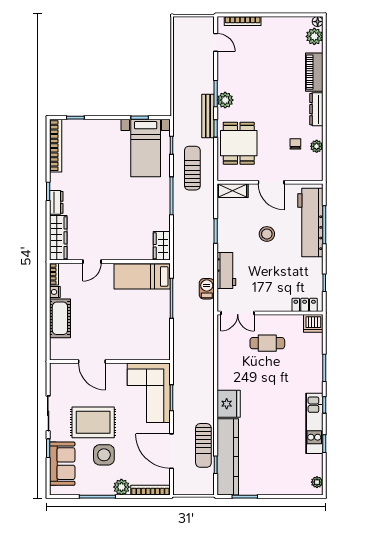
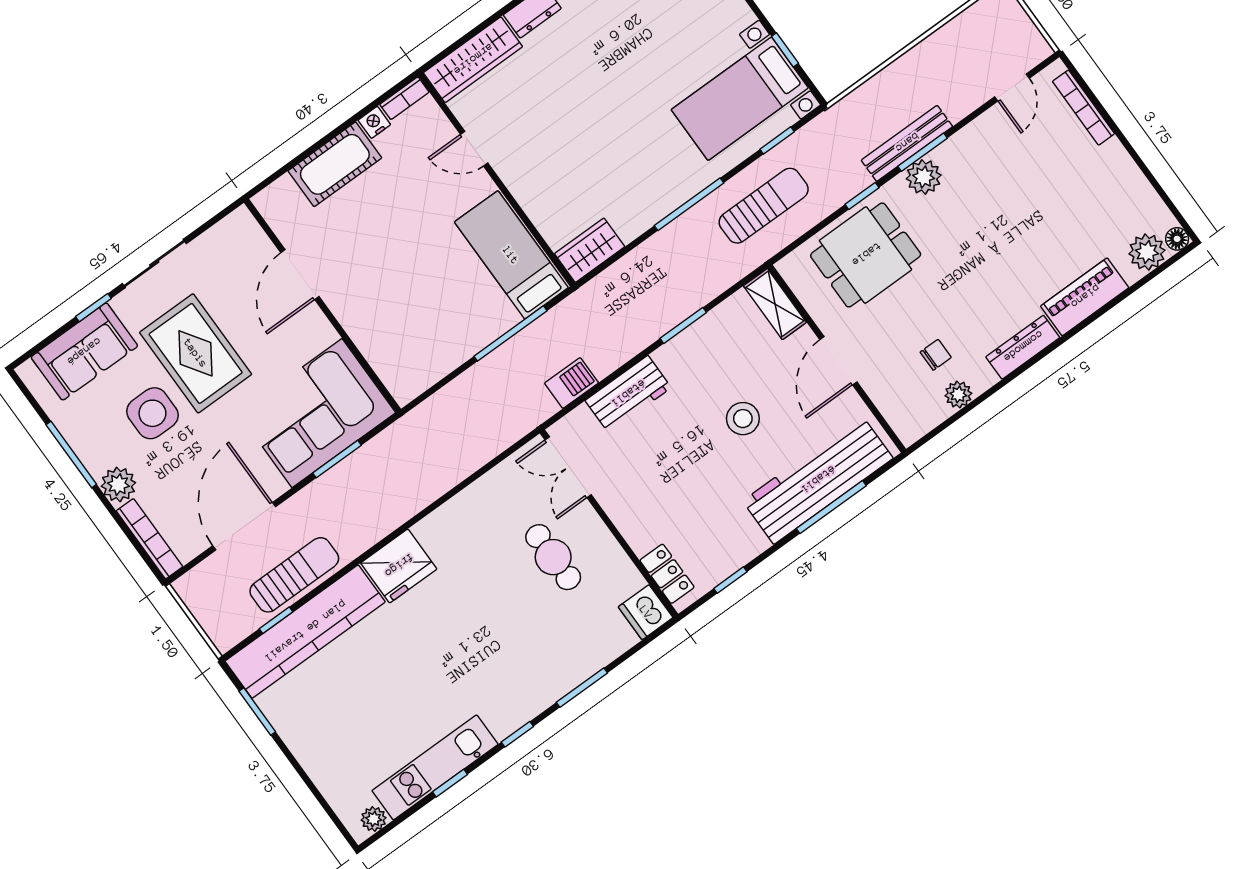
bench: (208, 116) -> (907, 143), moved
kitchen unit: (314, 423) -> (435, 767), moved
sun lounger: (203, 445) -> (294, 575), turned 180

